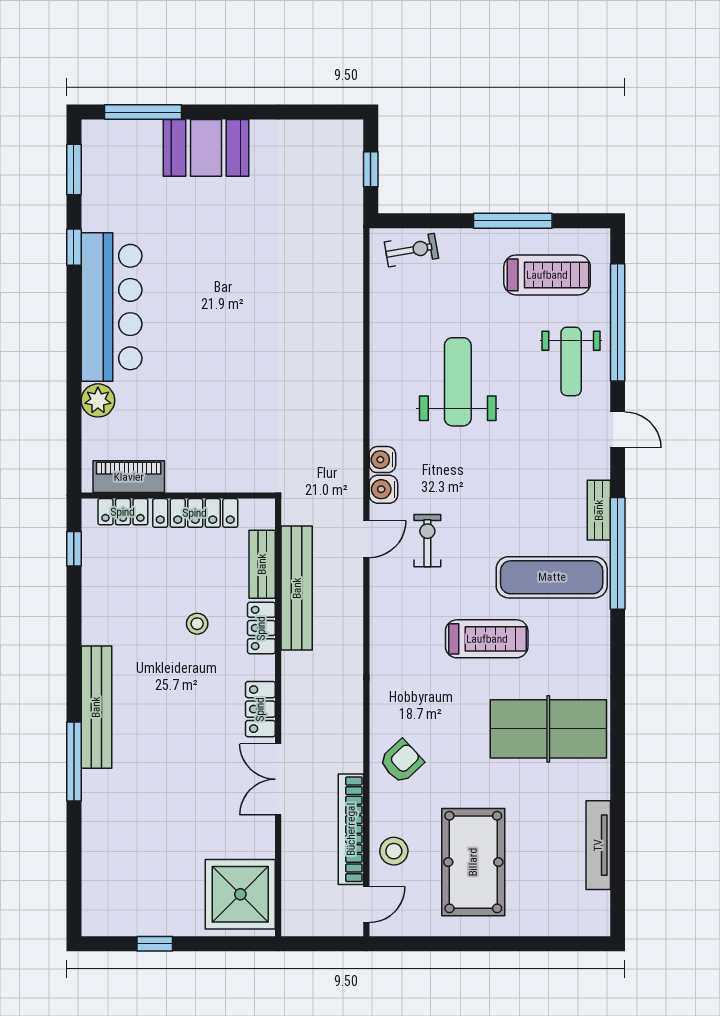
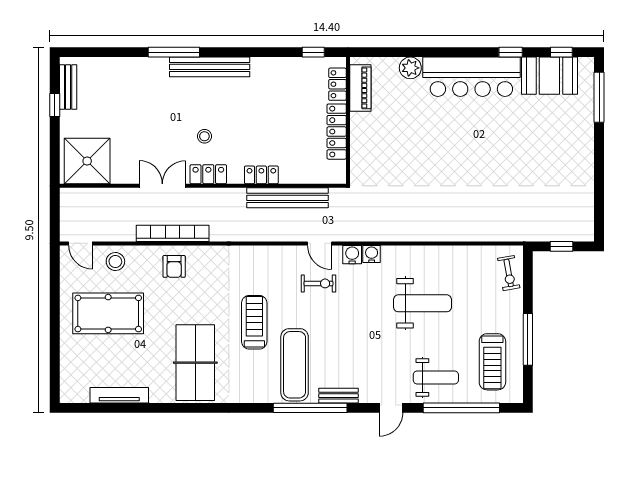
booth: (206, 148) -> (549, 76), moved, turned 90
window: (74, 170) -> (561, 52), width x0.67
weight bench: (571, 361) -> (436, 377), turned 180
bench: (262, 564) -> (68, 87), moved, turned 90
stool: (197, 624) -> (204, 136), moved
treadmill: (487, 639) -> (254, 322), turned 180
armchair: (401, 761) -> (174, 266), turned 43
bookcase: (351, 829) -> (173, 233), moved

